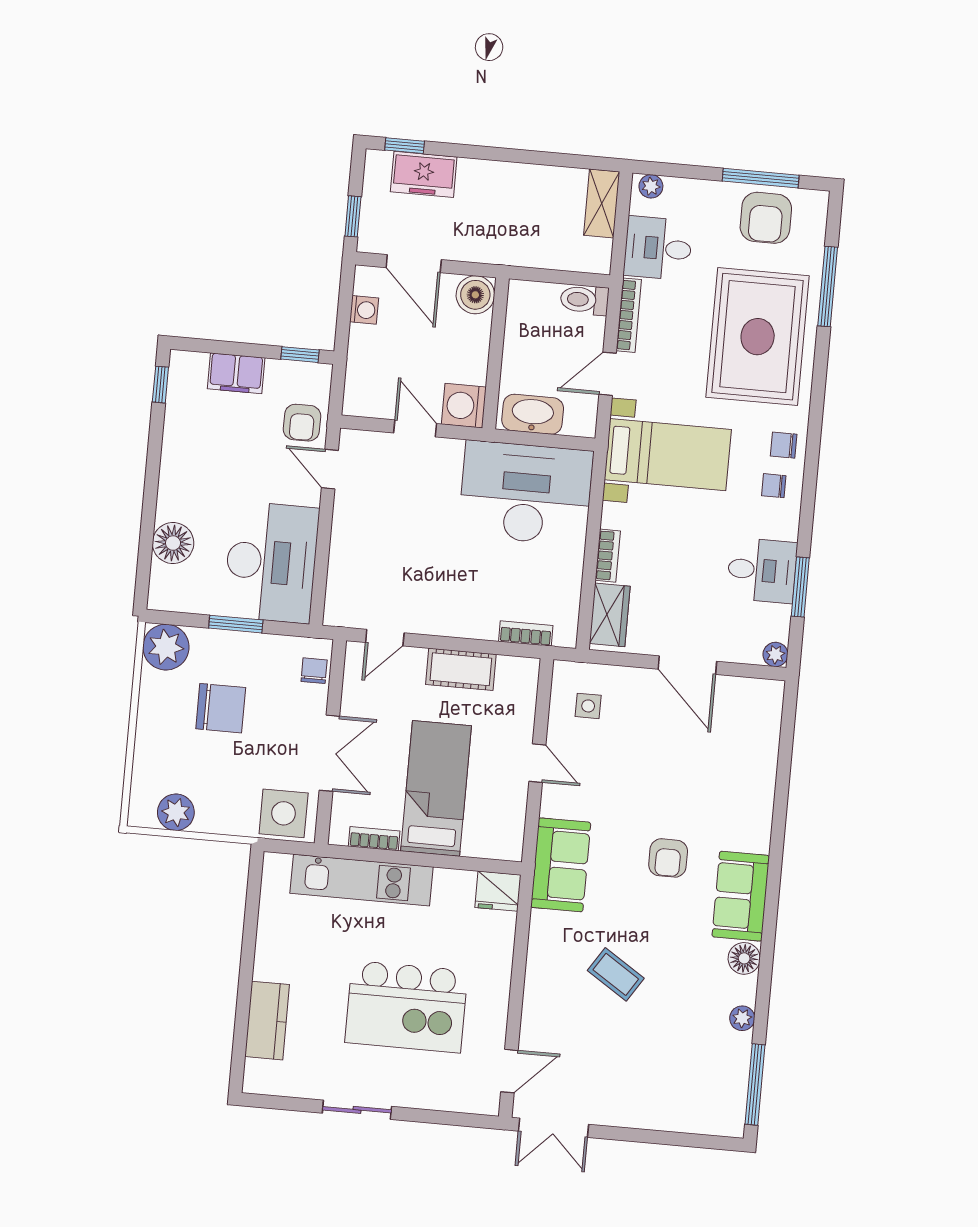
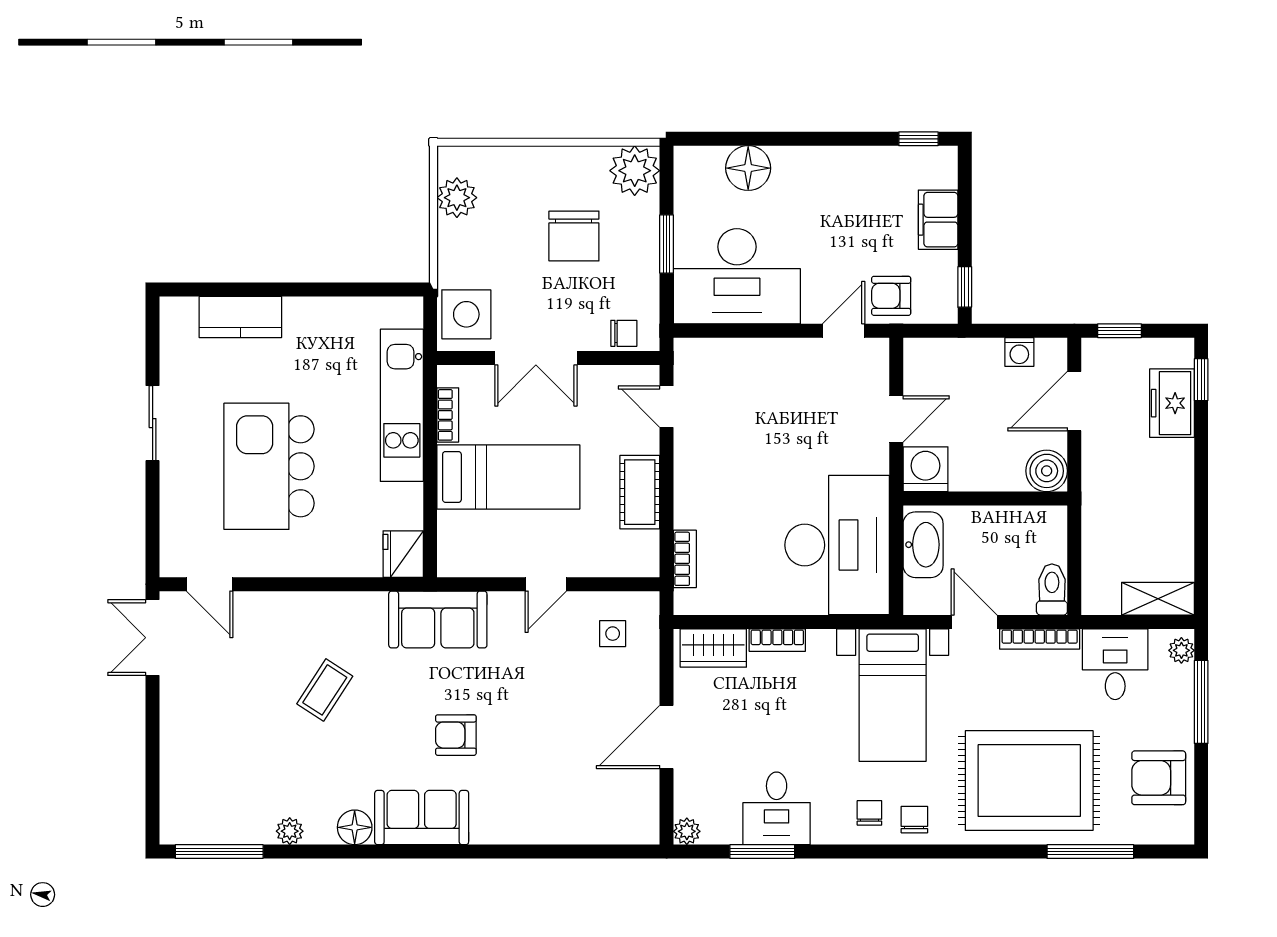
window: (761, 178) -> (1201, 702), moved

